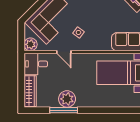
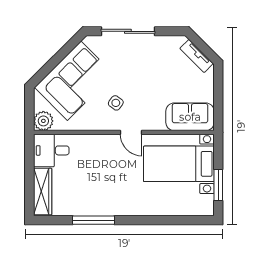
door: (64, 52) -> (131, 132), moved
plant: (67, 99) -> (99, 203), removed

